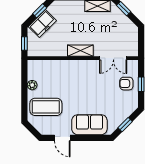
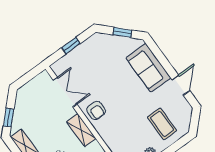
armchair: (126, 84) -> (96, 110), moved
coffee table: (46, 107) -> (162, 124), width x0.73, depth x0.76

